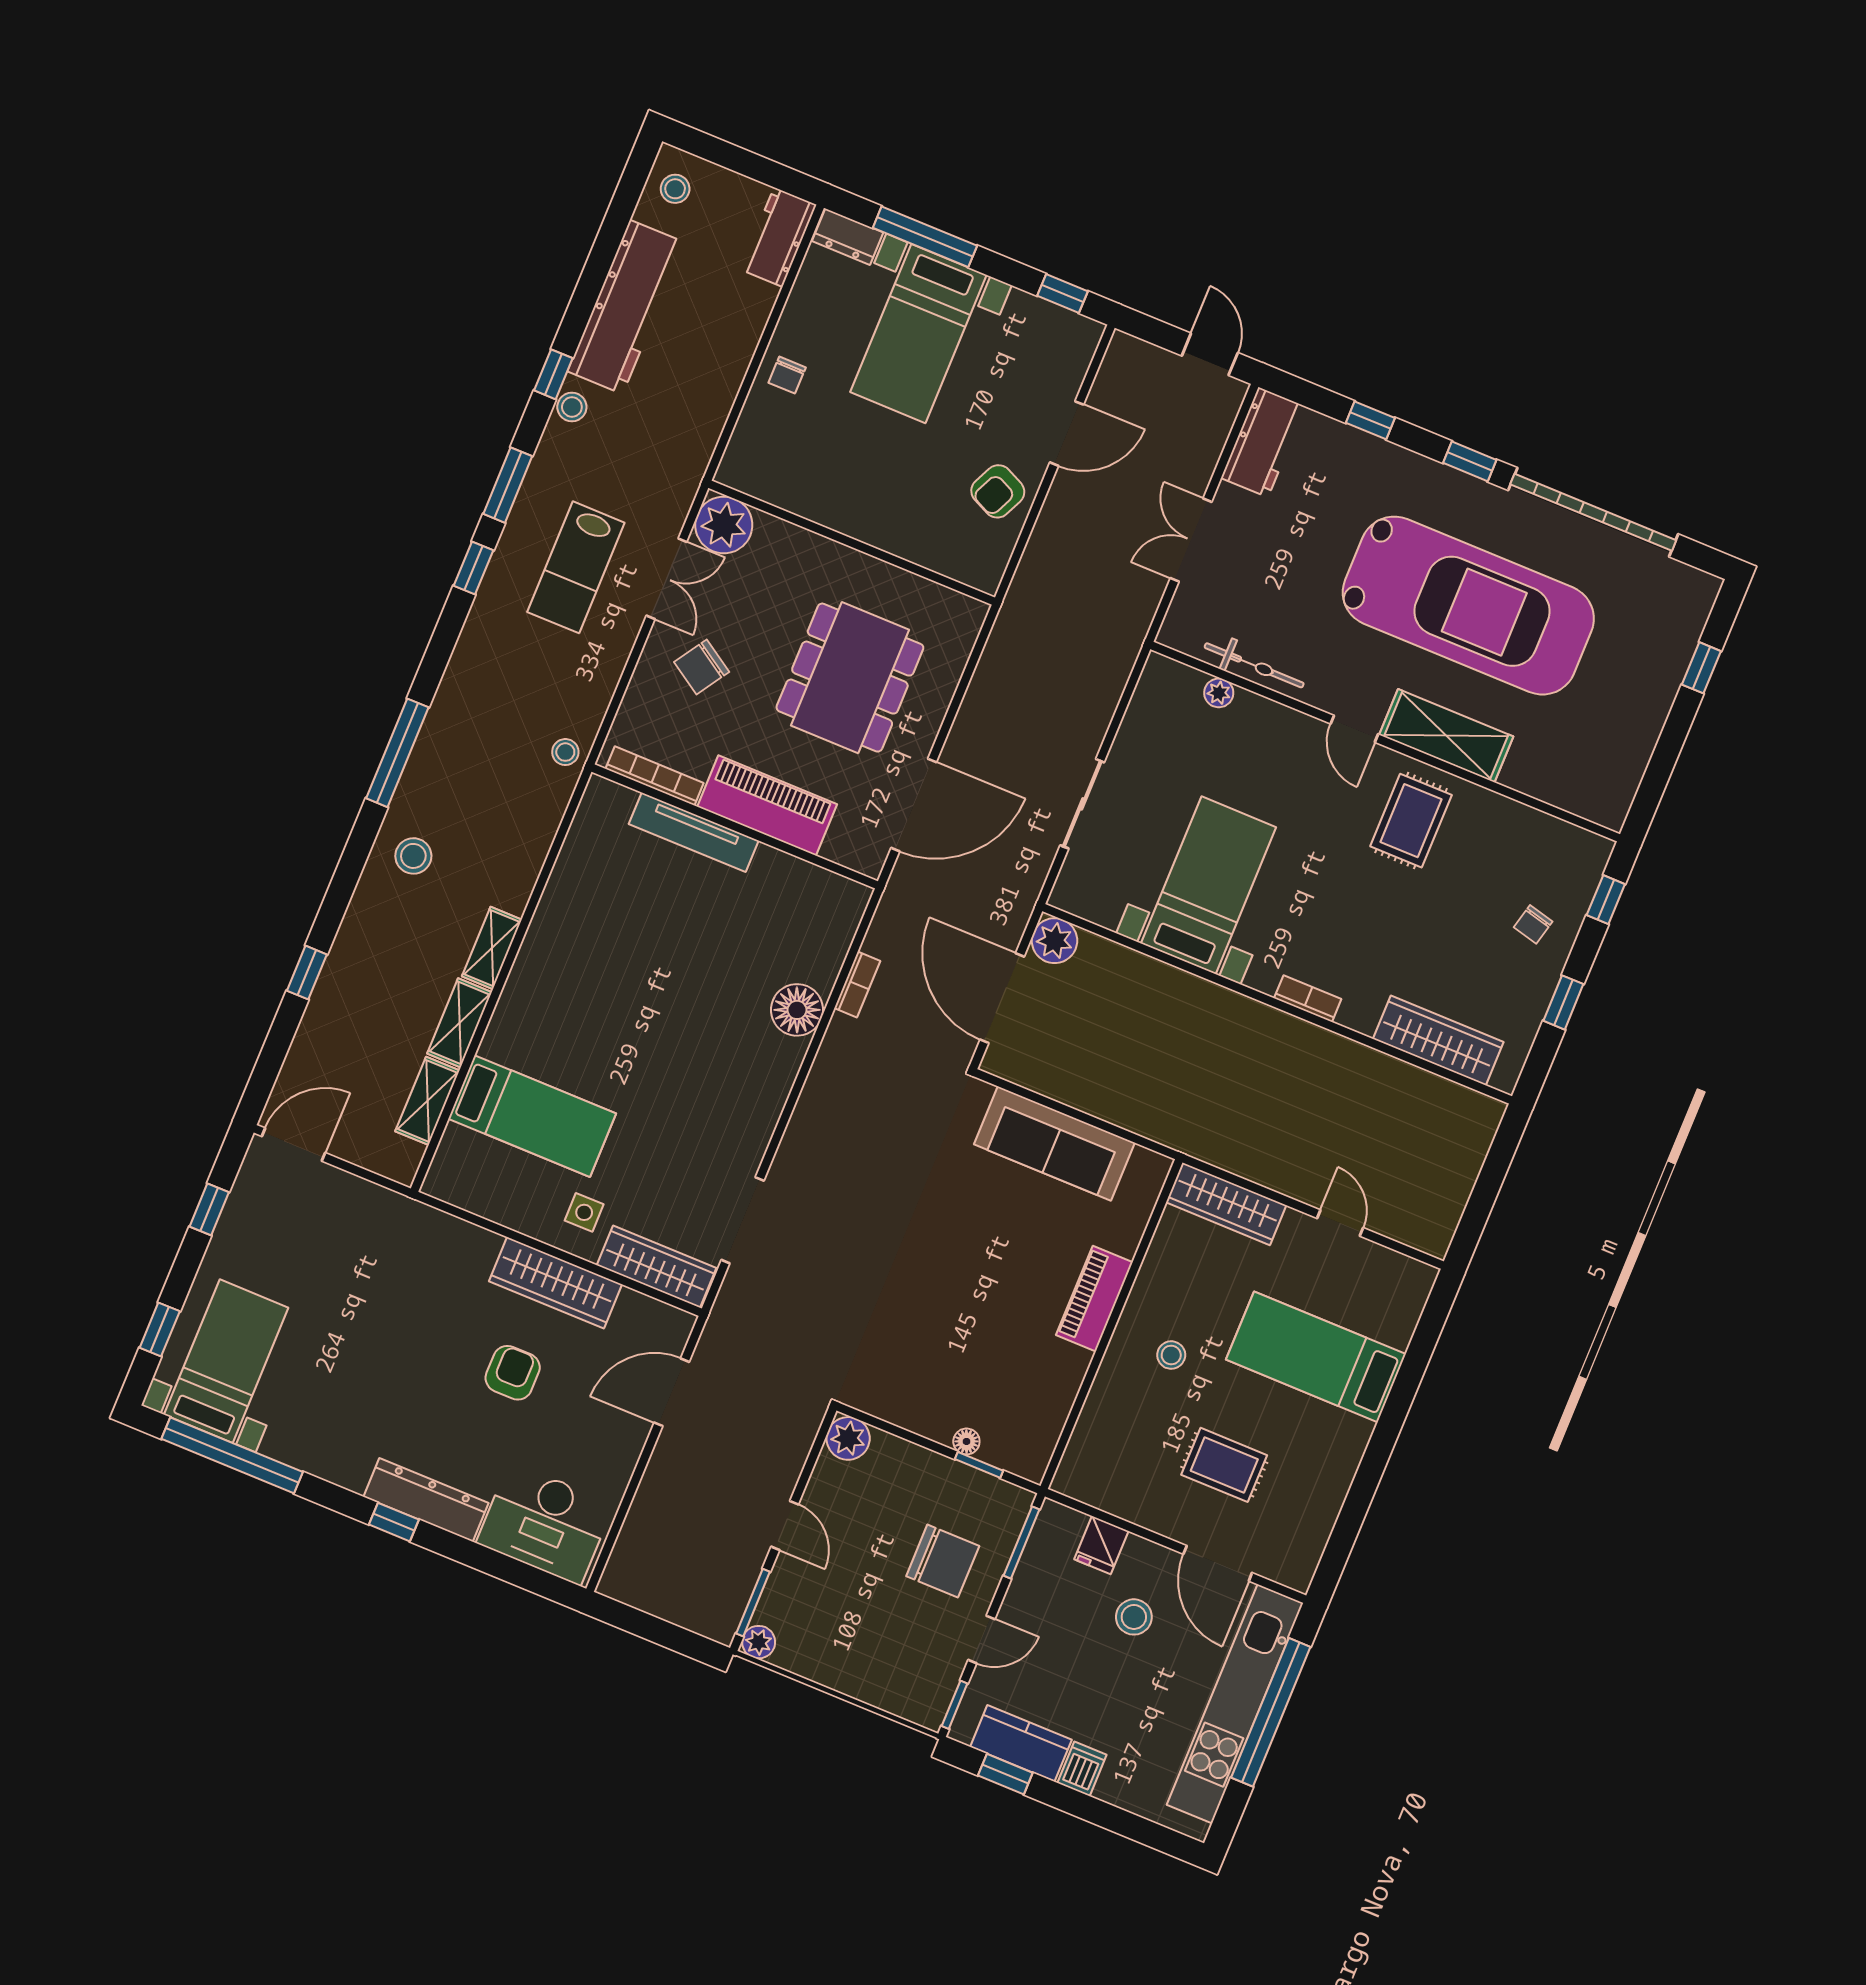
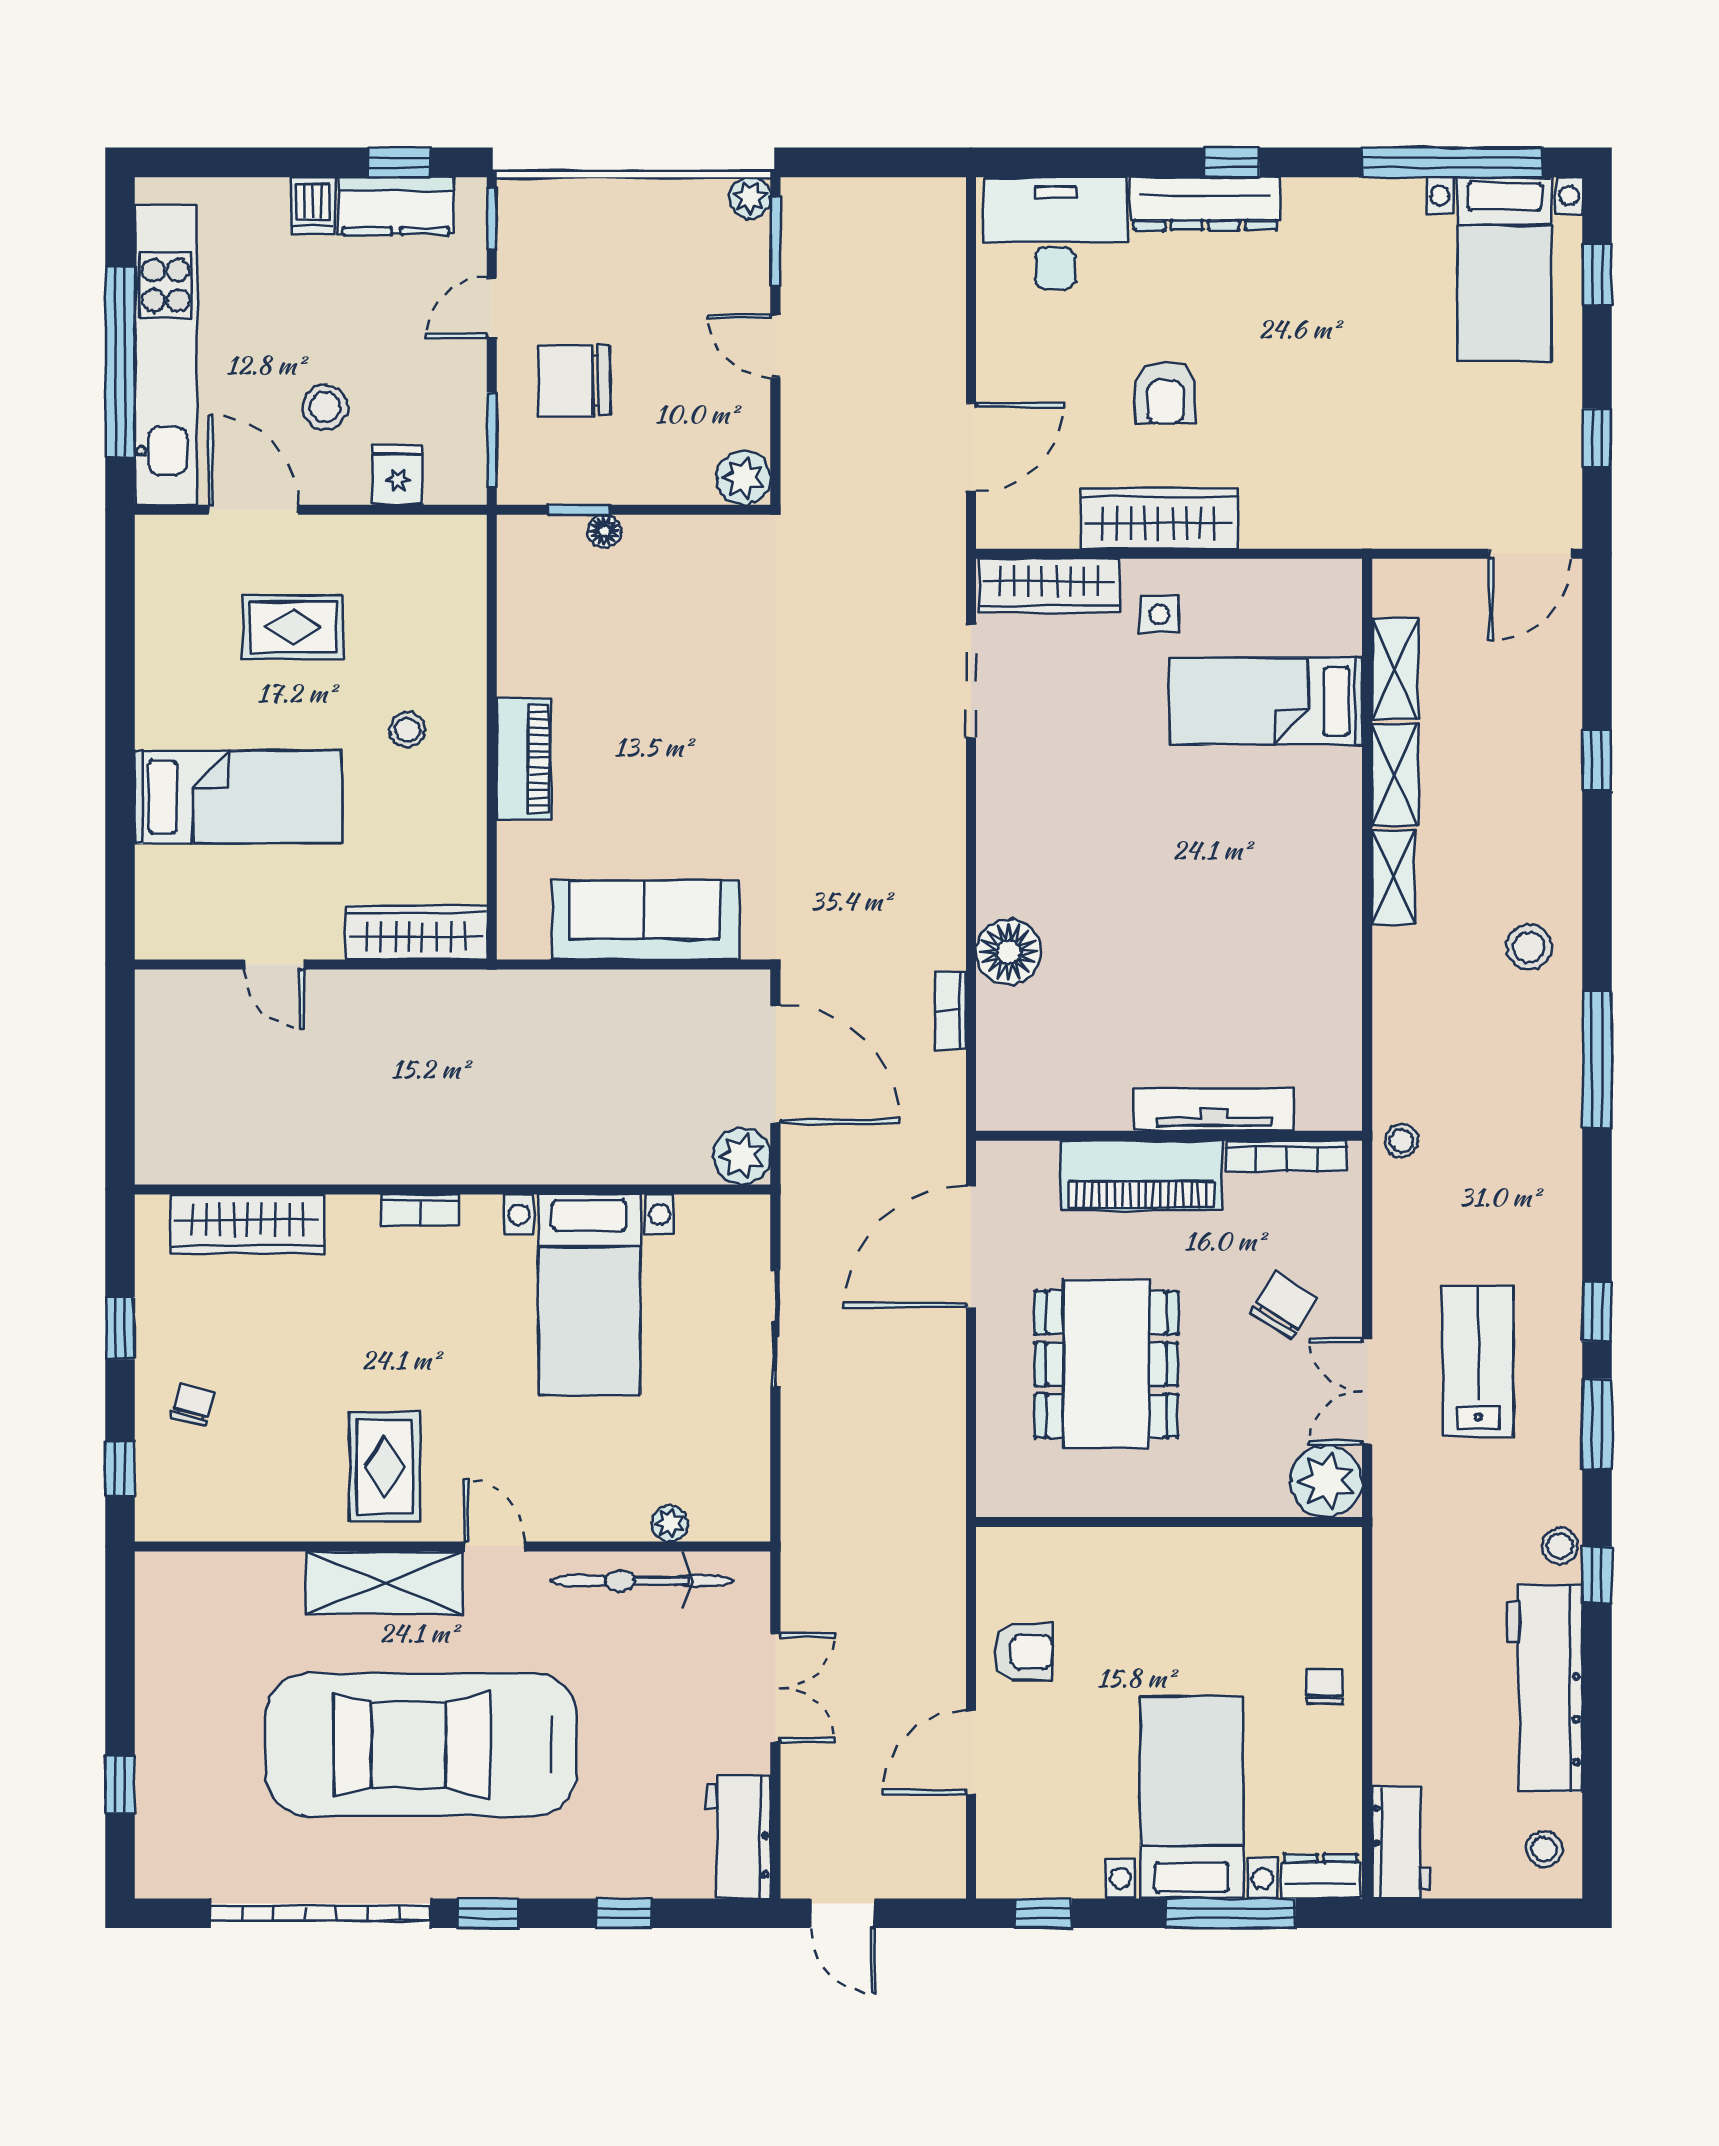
armchair: (998, 491) -> (1024, 1652), turned 65
bicycle: (1254, 665) -> (642, 1581), width x1.37, depth x1.40

